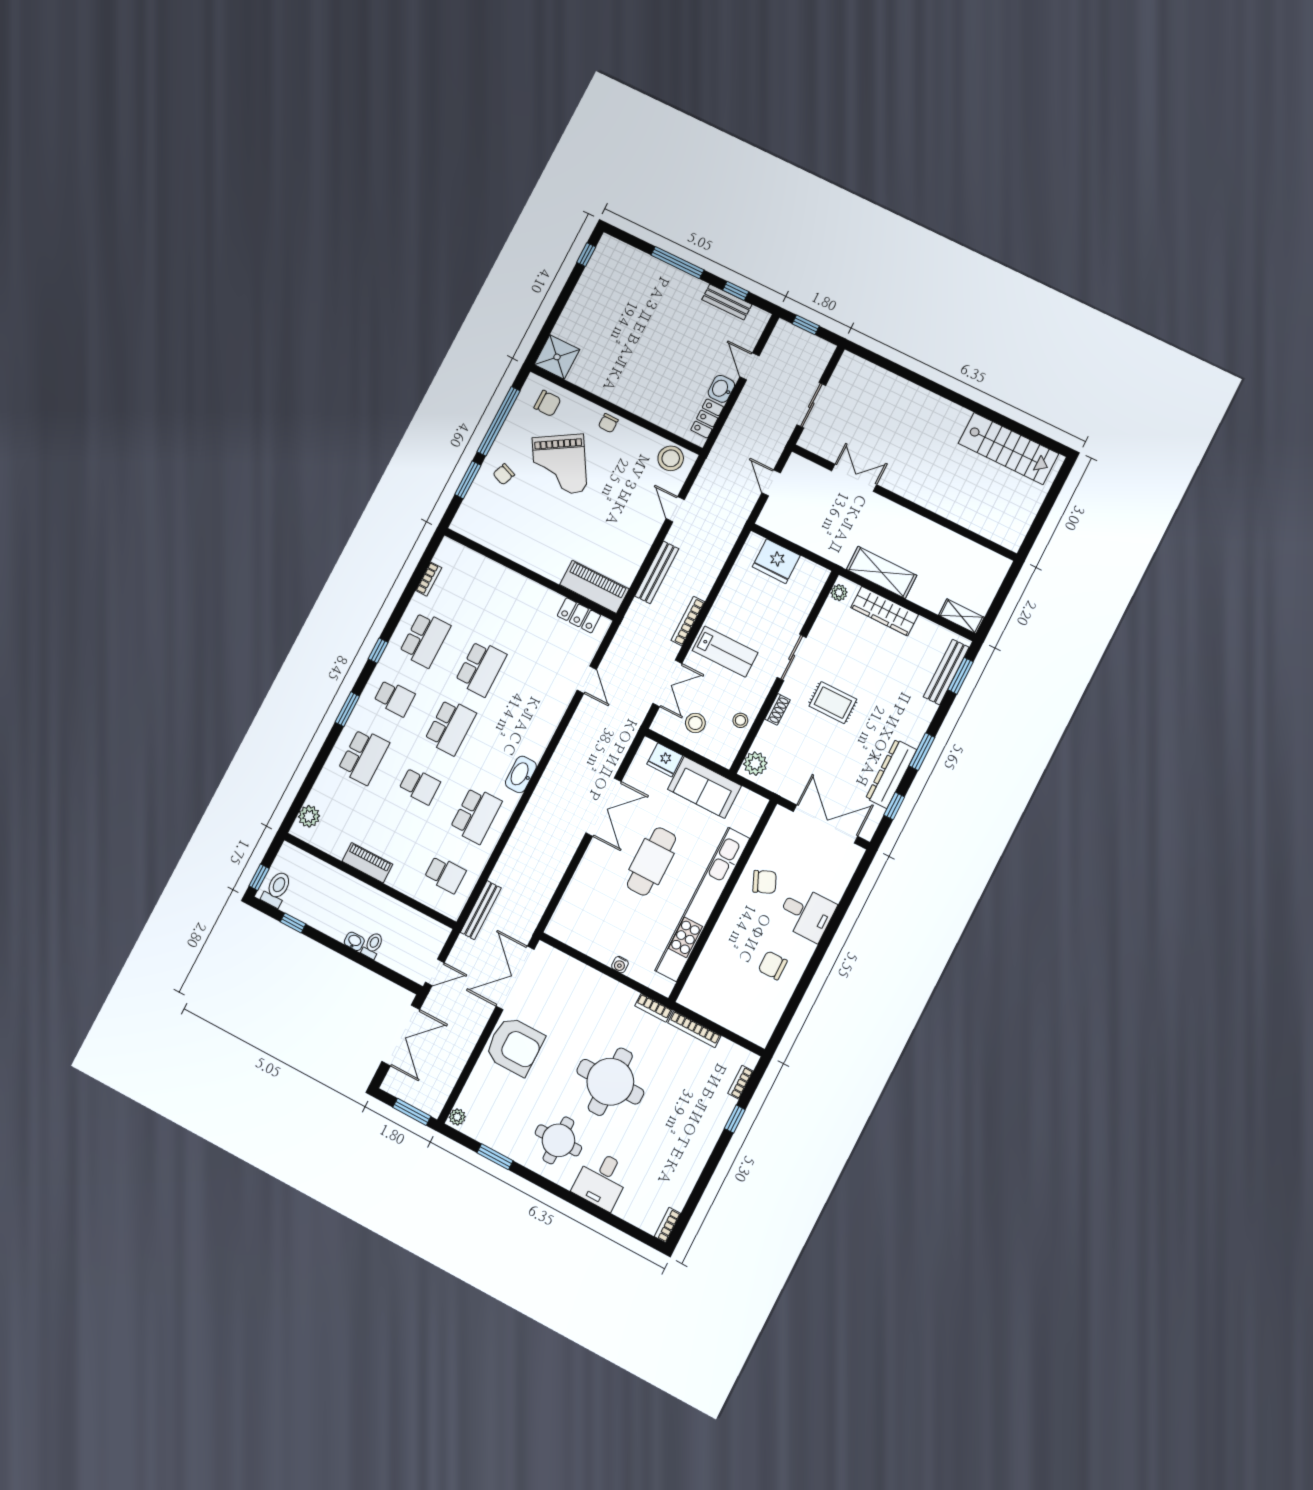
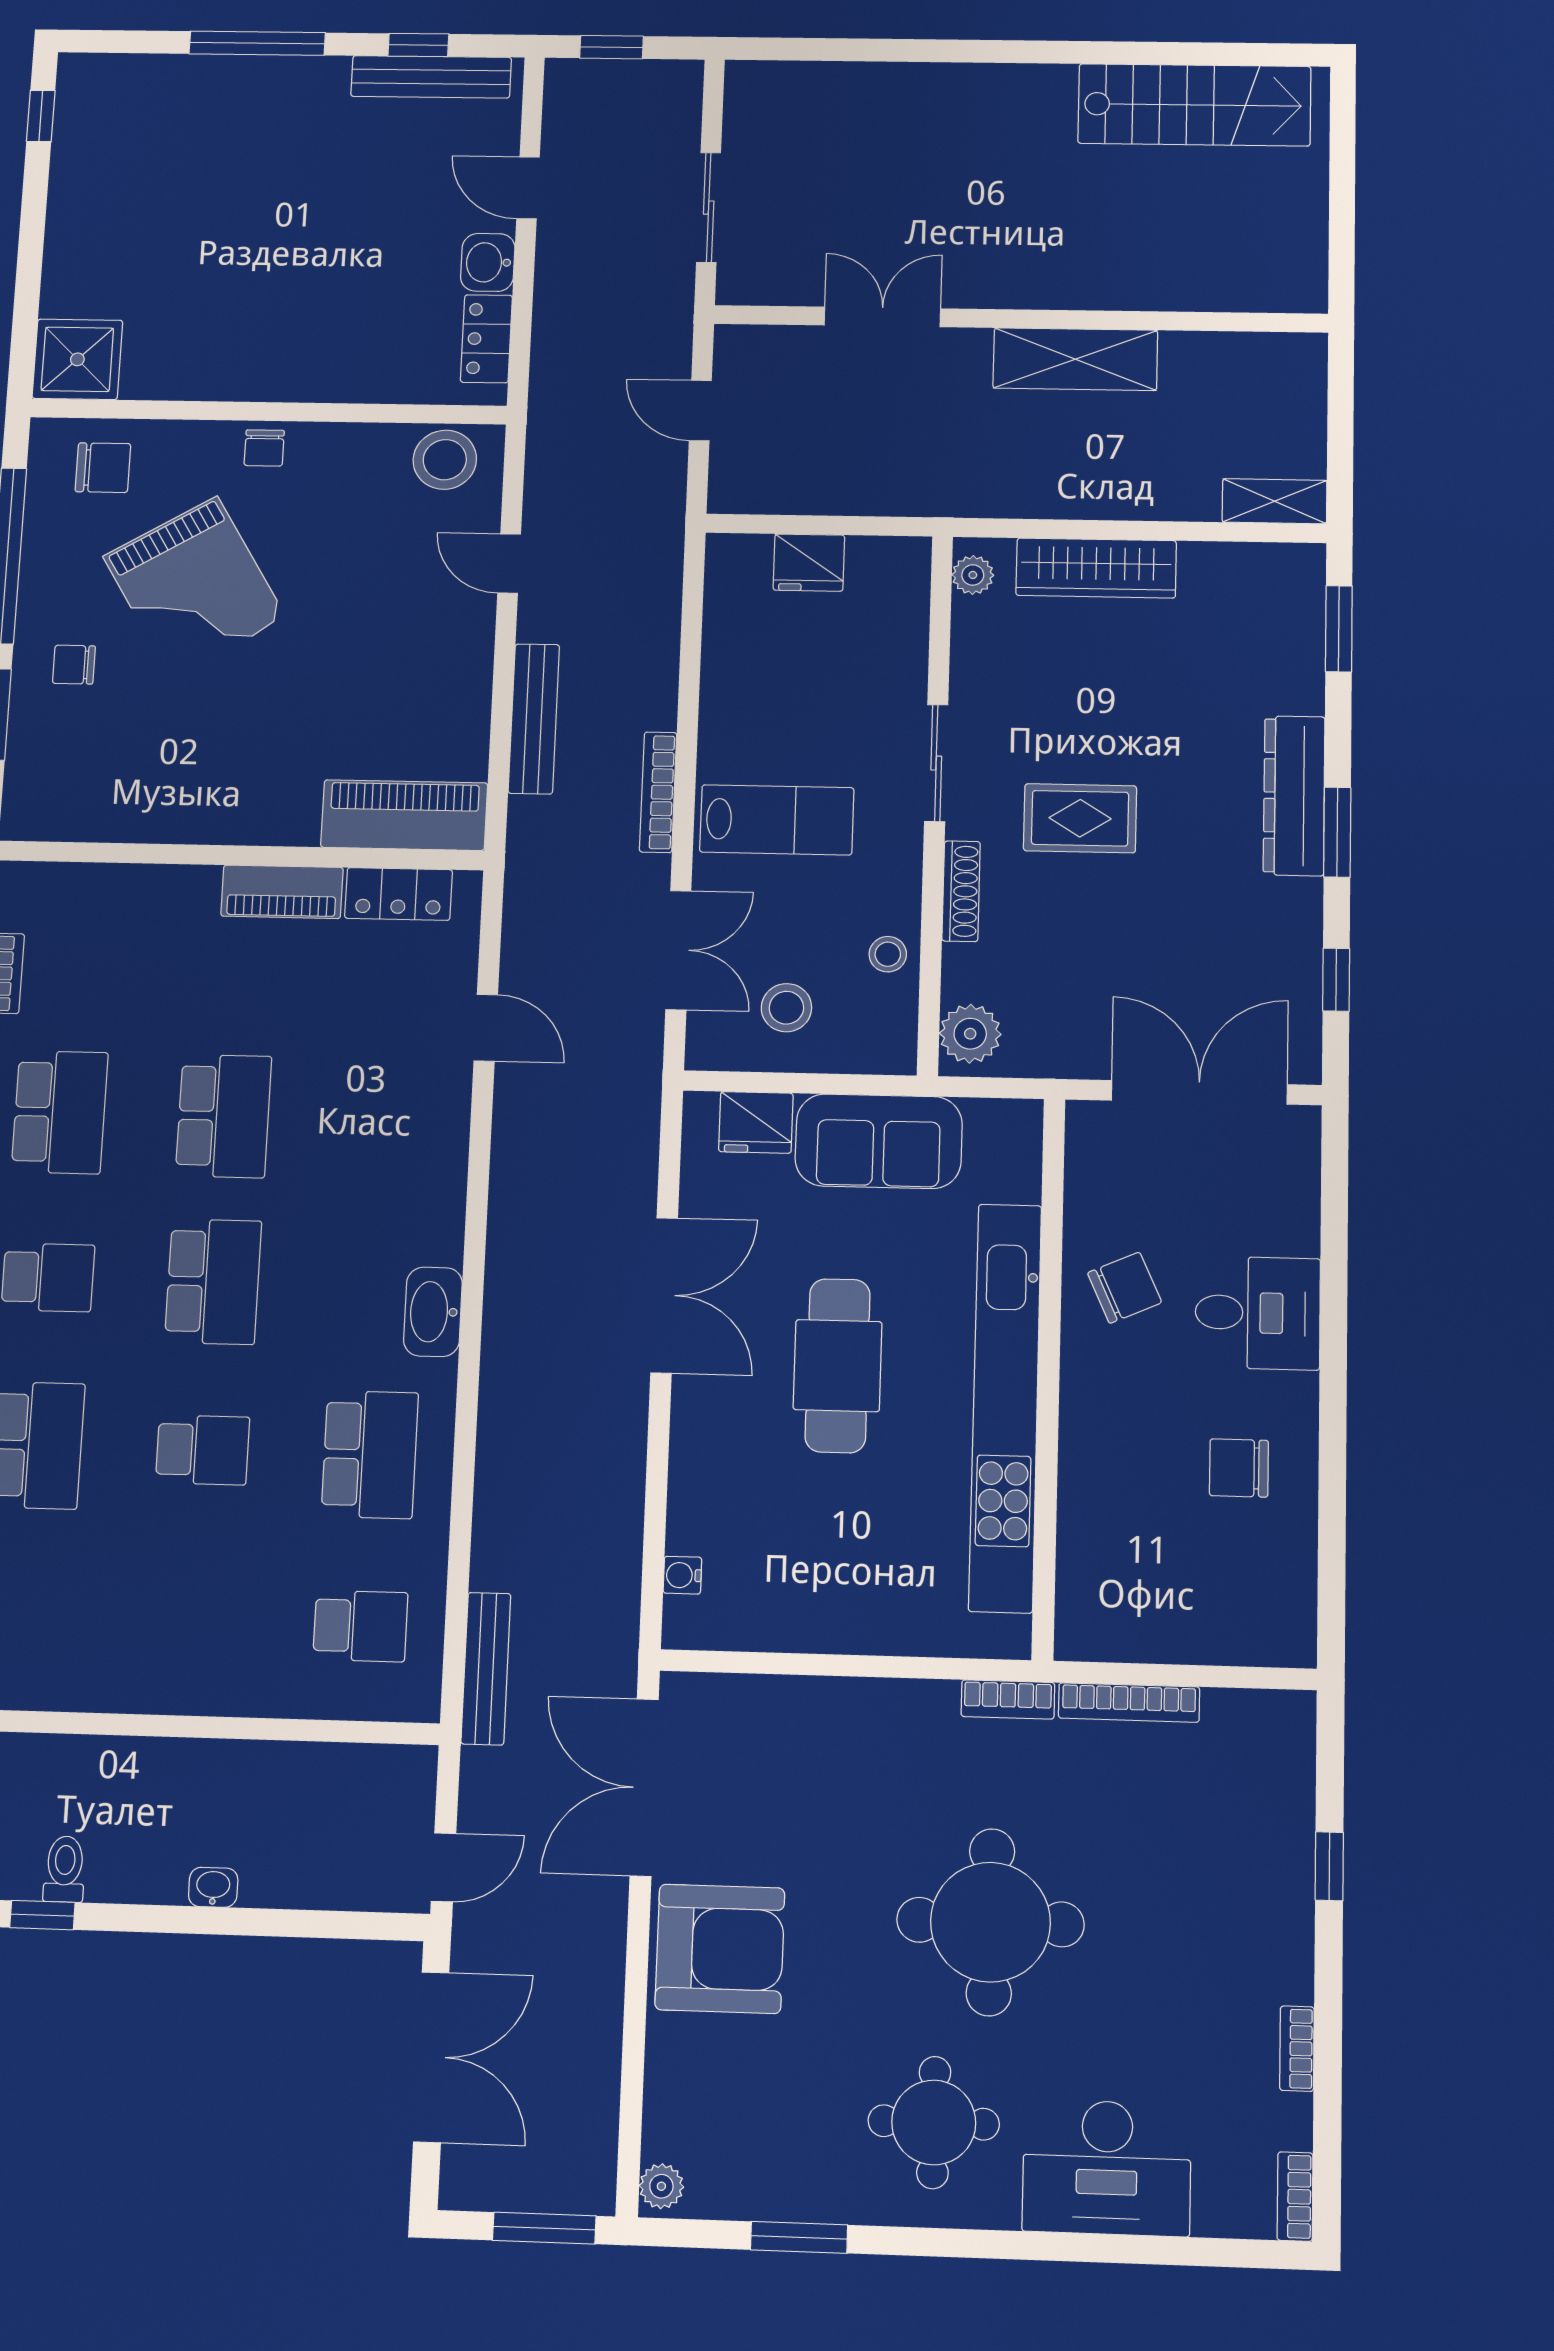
bench: (727, 302) -> (431, 77), width x1.36
chair: (504, 474) -> (74, 665), turned 69
fridge: (776, 561) -> (809, 563), width x0.73, depth x0.75
shelving: (882, 572) -> (1075, 359), moved
bench: (946, 672) -> (1303, 635), removed
shoe rack: (777, 709) -> (961, 891), width x1.43
dresser: (891, 774) -> (1294, 796), moved
piano: (367, 863) -> (282, 892), moved, turned 180
toilet: (373, 945) -> (65, 1869), moved
water cooler: (620, 965) -> (682, 1575), moved, turned 90
bookcase: (741, 1082) -> (1297, 2049), moved
desk: (602, 1180) -> (1107, 2168), width x1.37

